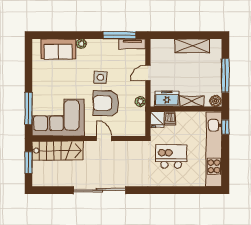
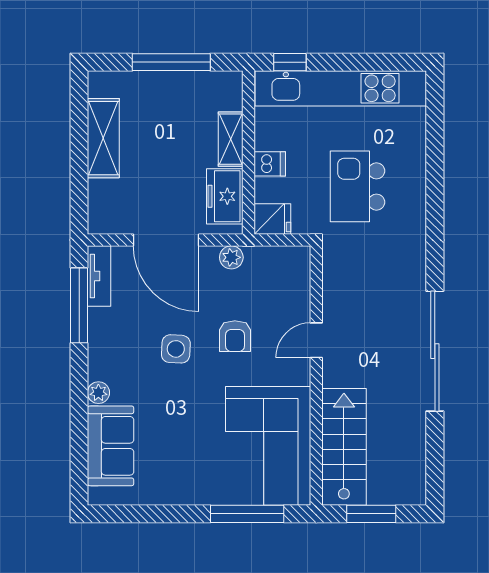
door: (148, 73) -> (166, 240), width x1.87
boiler: (216, 101) -> (230, 85), removed
armchair: (106, 103) -> (235, 336), width x0.53, depth x0.53
dishwasher: (170, 118) -> (270, 164), moved

